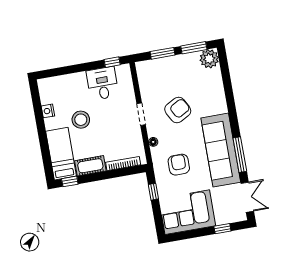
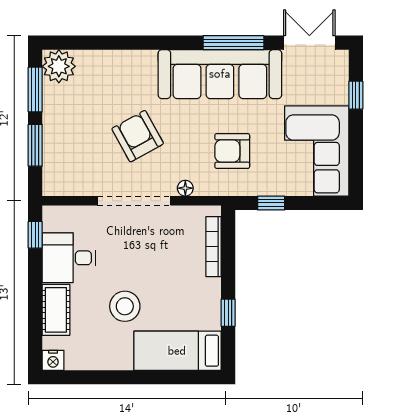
nightstand: (48, 111) -> (53, 360), moved
doorway: (141, 114) -> (134, 201), width x1.88
cot: (90, 166) -> (56, 310), moved
window: (70, 181) -> (228, 313), moved

